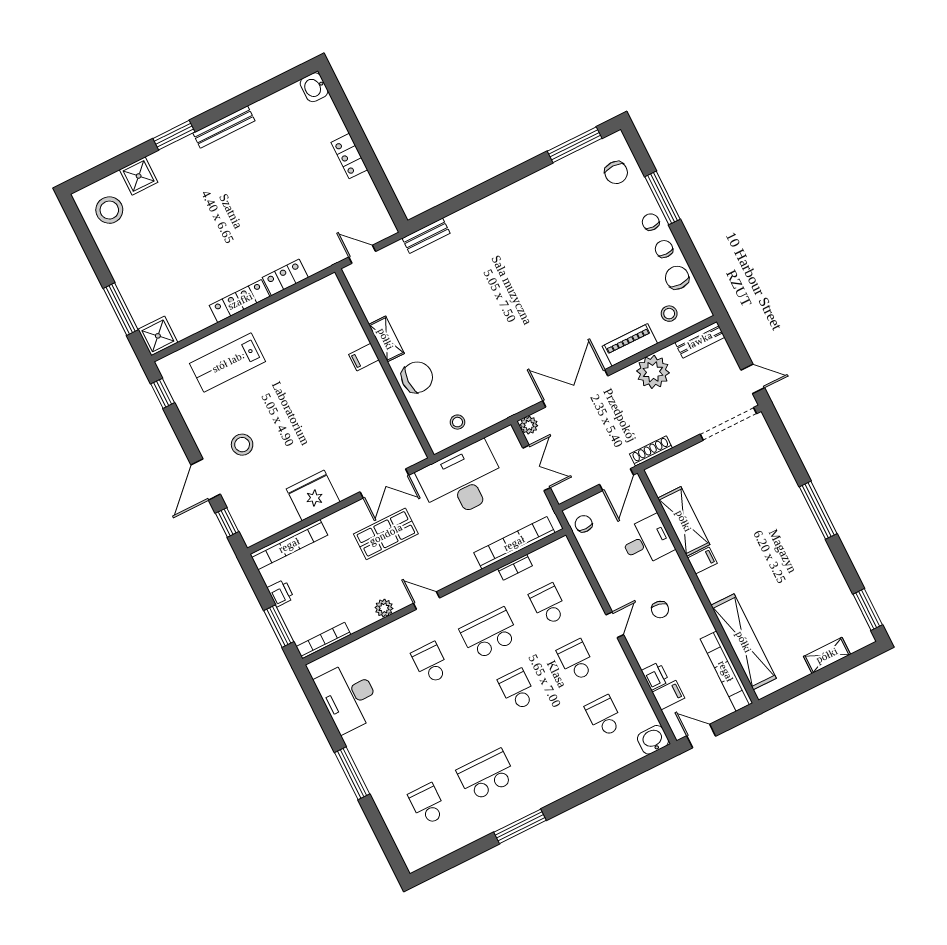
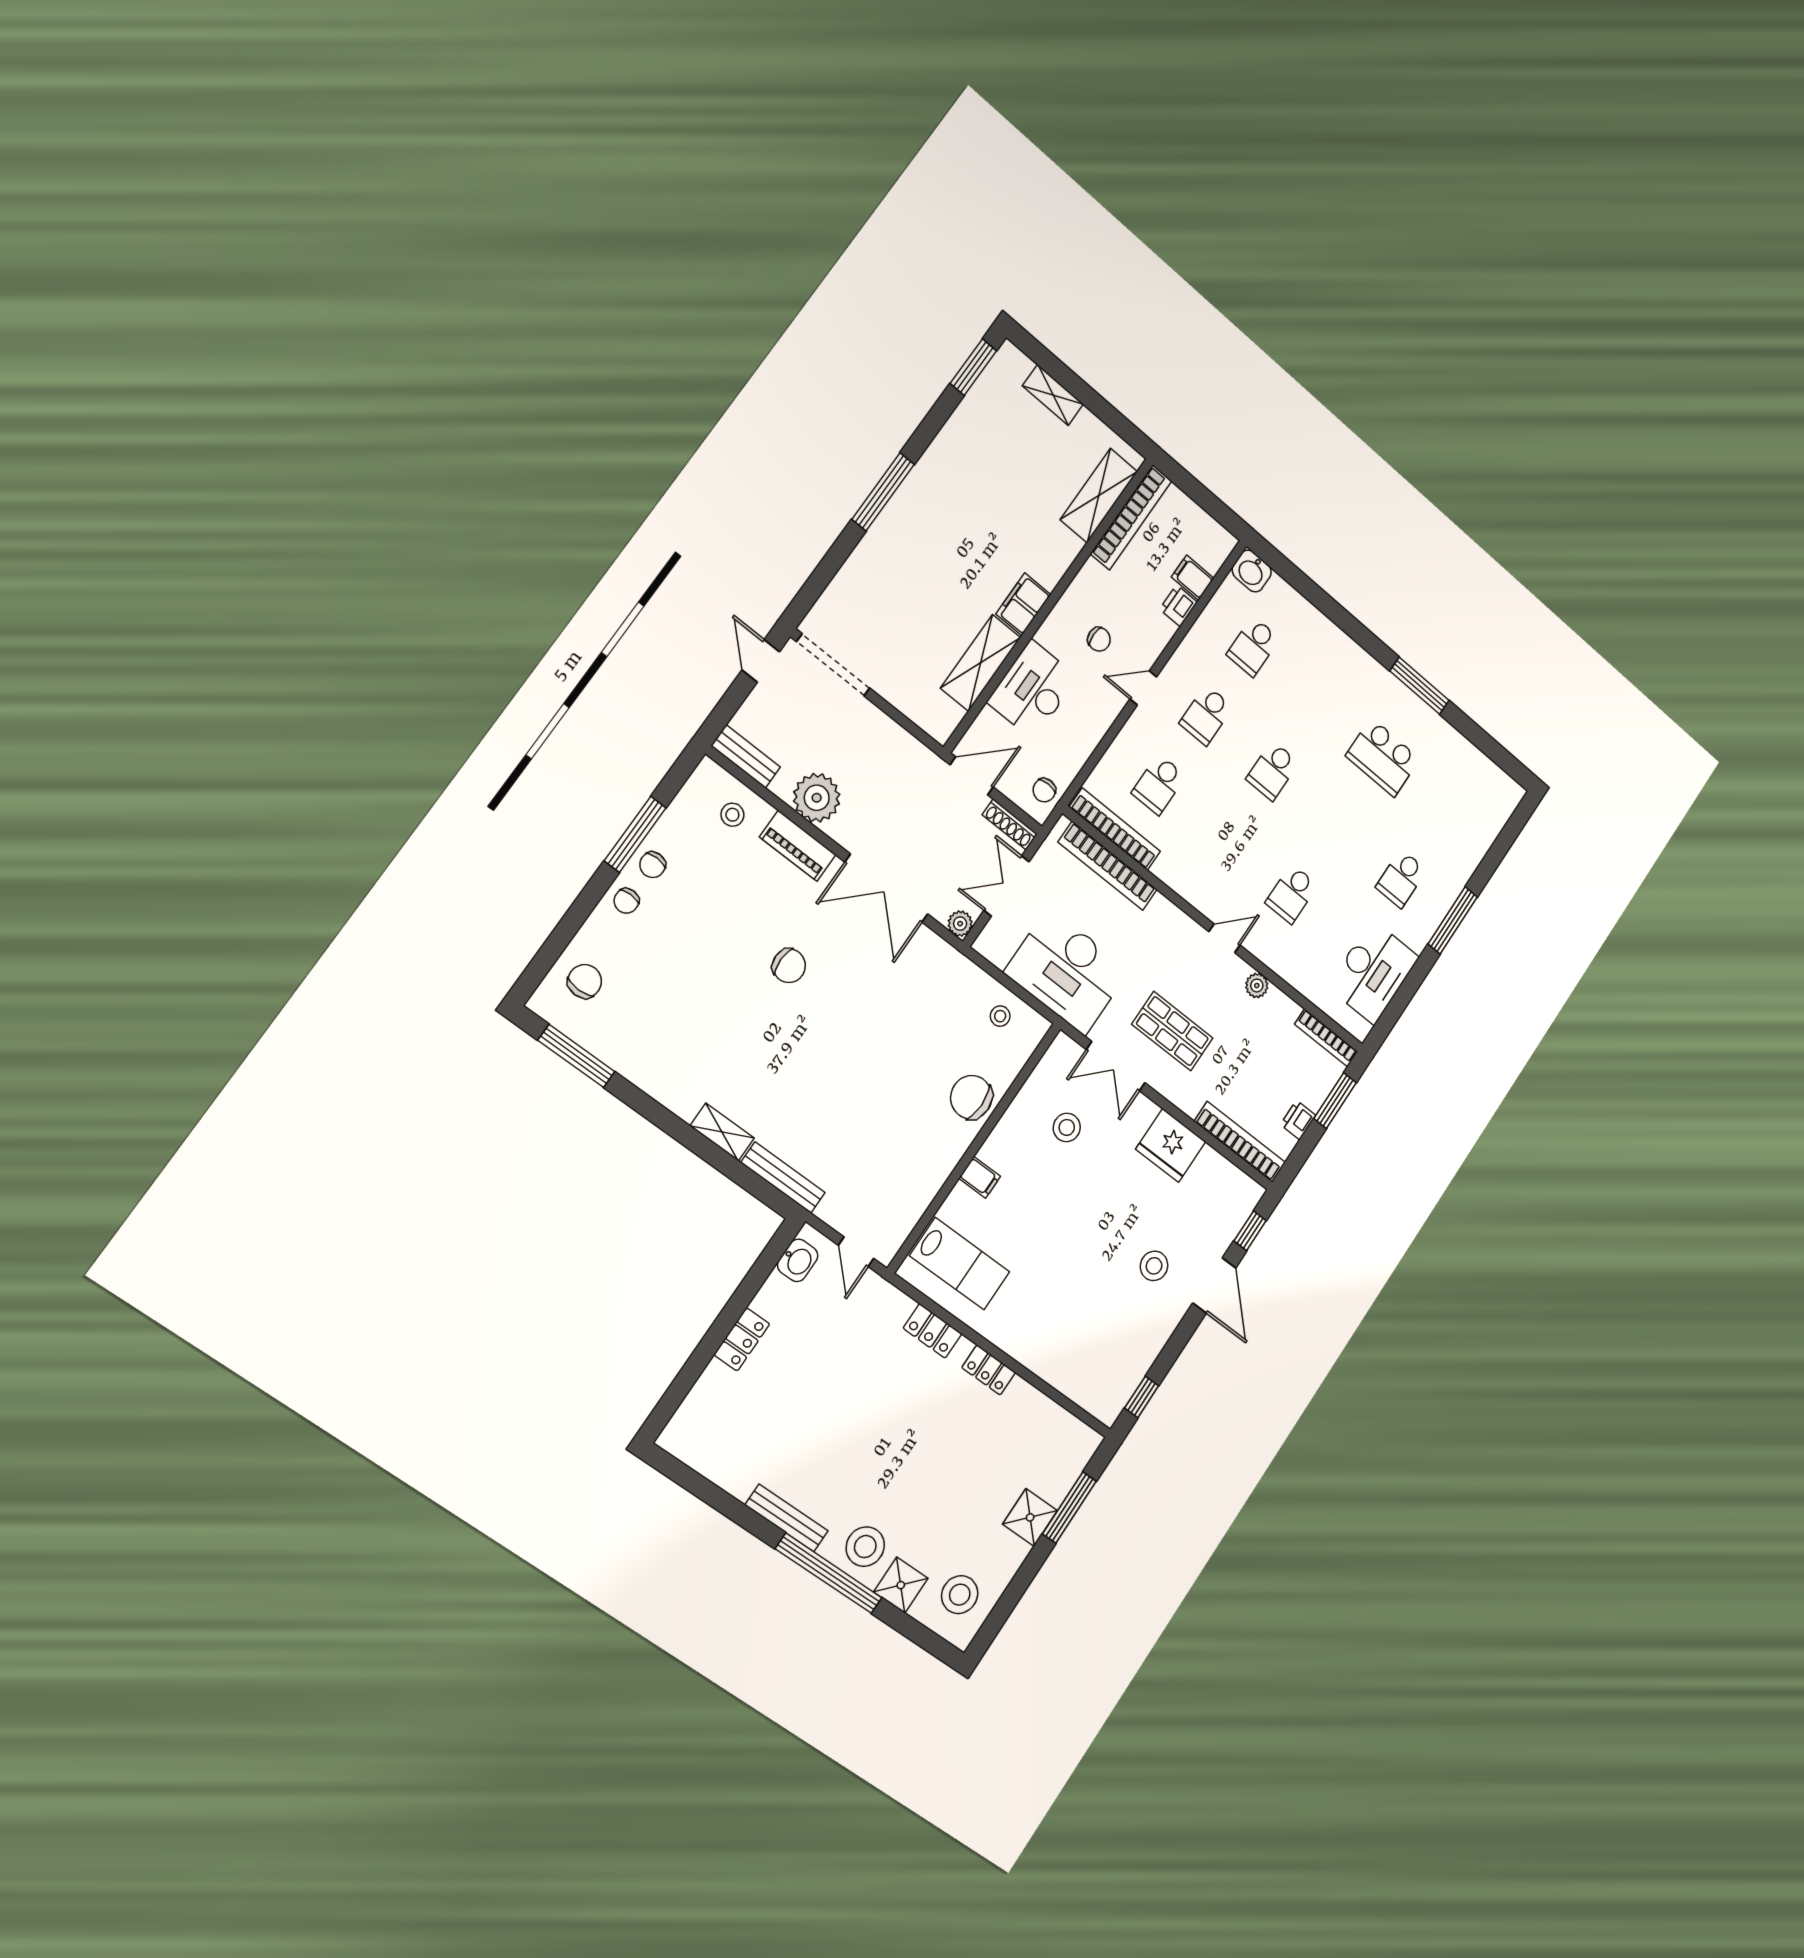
washbasin: (314, 87) -> (798, 1260), moved
window: (174, 135) -> (829, 1573), width x2.11
stool: (176, 166) -> (865, 1547), added
window: (662, 198) -> (635, 834), moved
bench: (426, 236) -> (783, 1178), width x1.36
chair: (677, 278) -> (789, 966), moved, turned -90
locker: (240, 301) -> (989, 1370), width x0.66
shower: (158, 336) -> (1030, 1517), moved
shelving: (386, 339) -> (722, 1132), moved, turned 90
lab bench: (228, 362) -> (960, 1264), moved
stool: (363, 431) -> (1067, 1127), added
shoe rack: (651, 451) -> (1010, 824), moved
door: (206, 480) -> (1214, 1285), hinge flipped
double door: (384, 484) -> (1116, 1066), swing flipped
desk: (647, 541) -> (1032, 690), width x1.37
filing cabinet: (702, 561) -> (1023, 604), width x2.00
bookcase: (515, 567) -> (1115, 829), width x2.31, depth x1.31
door: (427, 601) -> (1224, 938), swing flipped
chair: (660, 610) -> (1099, 639), turned 77
school desk: (489, 634) -> (1226, 840), removed
shelving: (744, 642) -> (1099, 495), width x0.68
door: (701, 736) -> (1220, 512), removed
school desk: (427, 804) -> (1401, 879), moved

